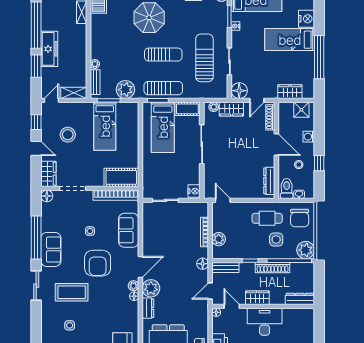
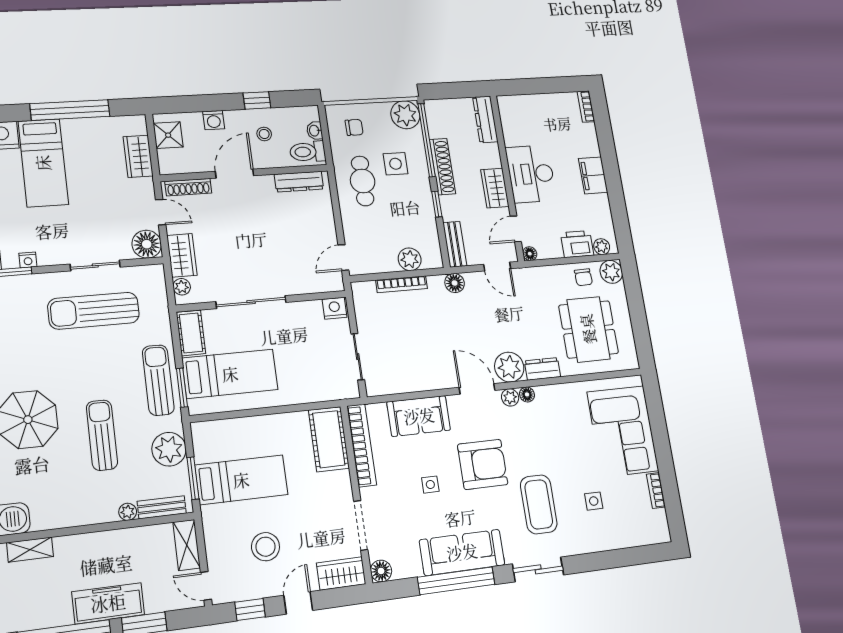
sun lounger: (163, 55) -> (102, 435), moved
chair: (300, 218) -> (354, 127), width x0.54, depth x0.54
sofa: (51, 249) -> (462, 552), width x1.36

